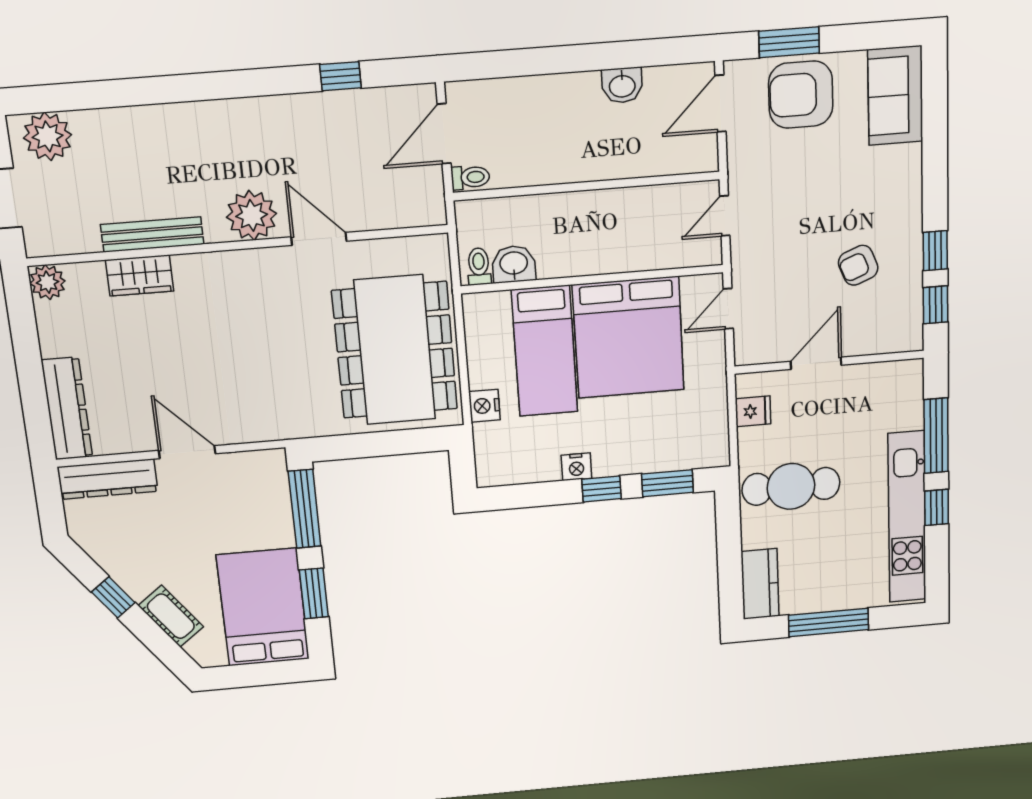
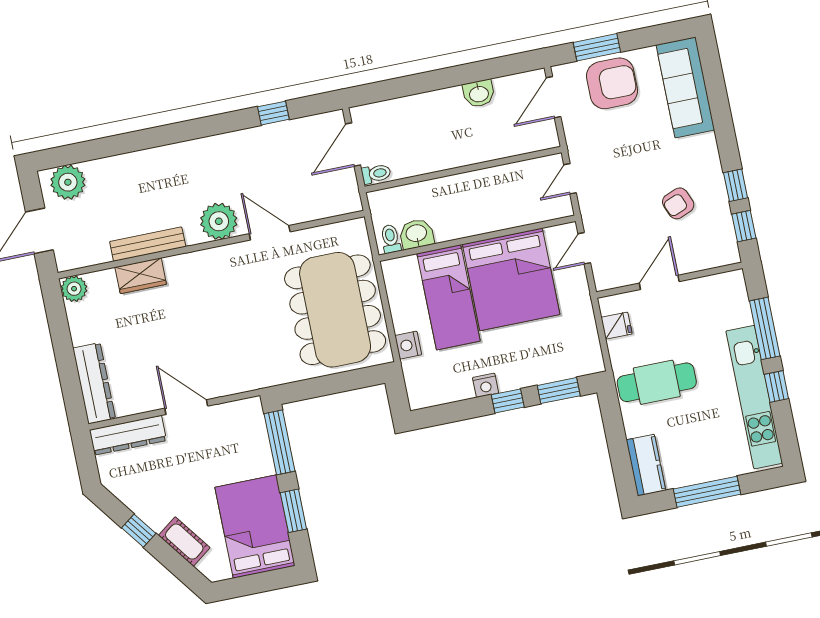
armchair: (801, 95) -> (612, 83), turned 180
sofa: (895, 96) -> (685, 87), width x1.36

